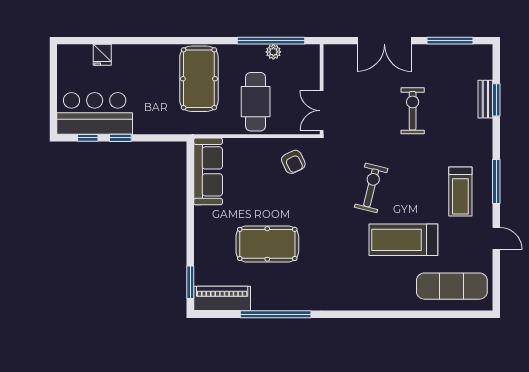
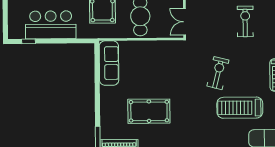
bar counter: (95, 113) -> (51, 25), moved
window: (120, 138) -> (50, 41), removed
armchair: (293, 162) -> (166, 56), removed

